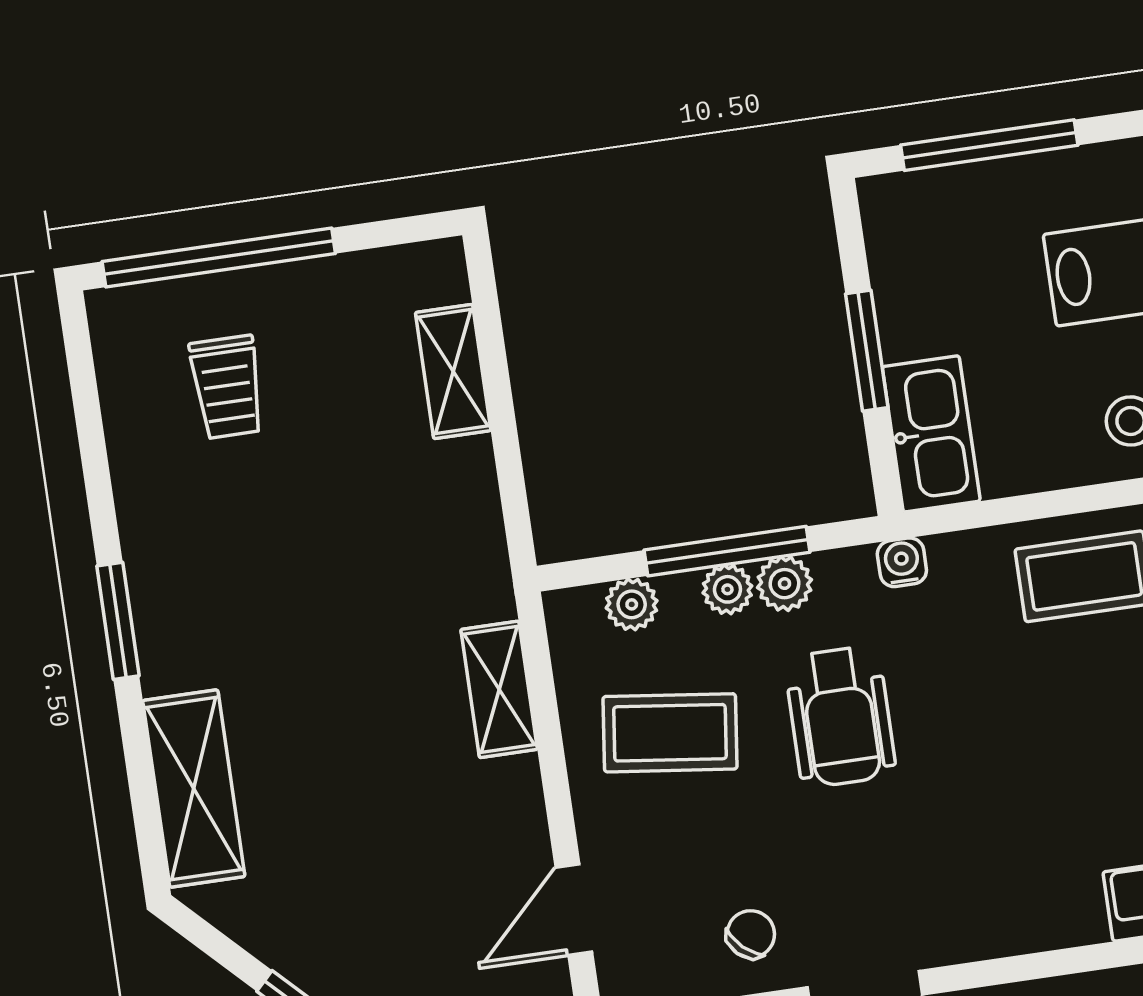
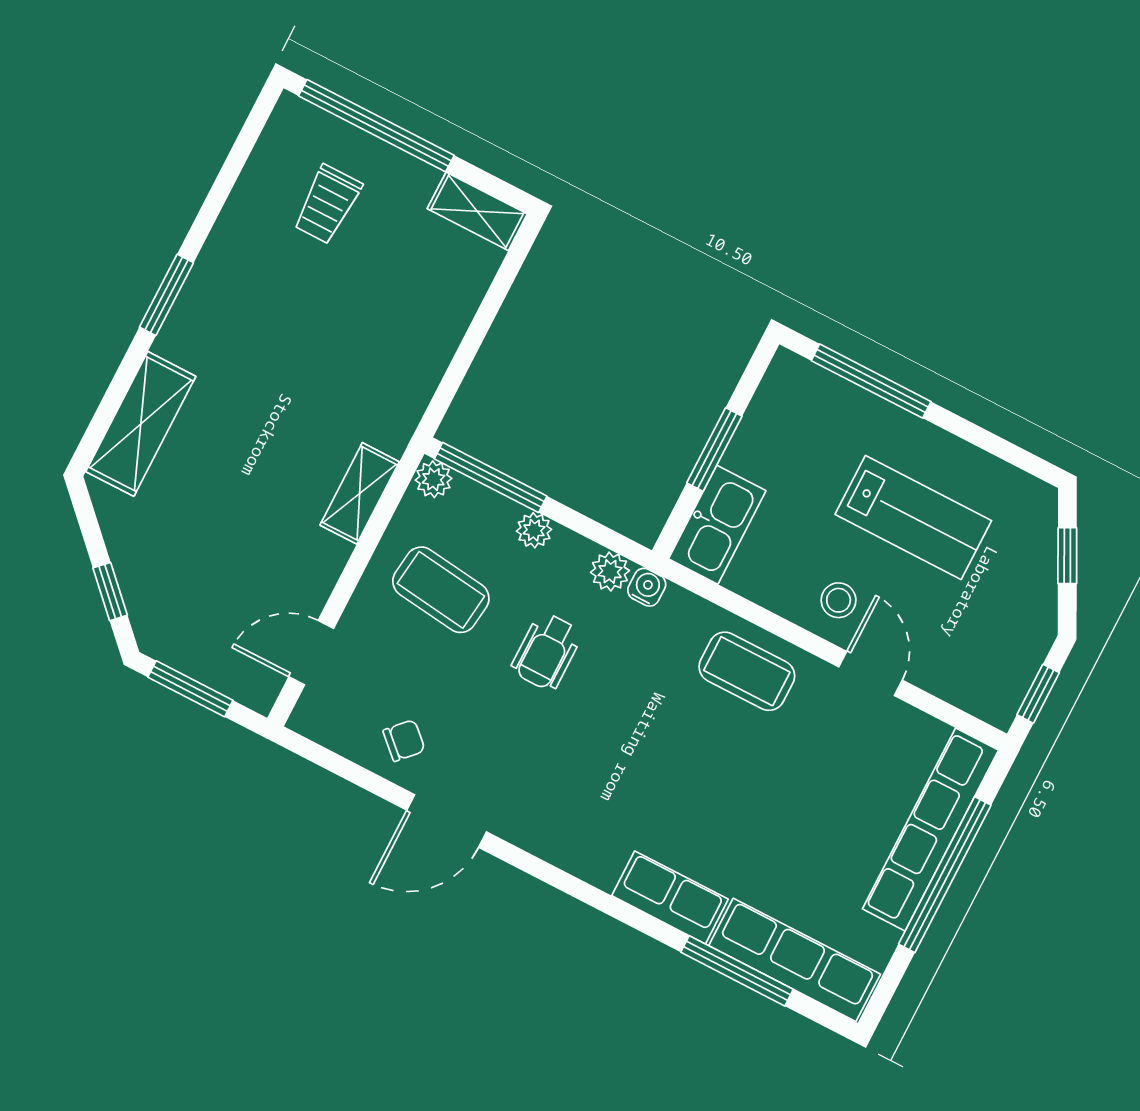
shelving: (453, 372) -> (477, 211), moved, turned 90
window: (727, 551) -> (491, 478), moved
plant: (784, 584) -> (610, 572), moved
plant: (632, 604) -> (433, 479), moved
wheelchair: (840, 717) -> (547, 651), width x0.73, depth x0.73

